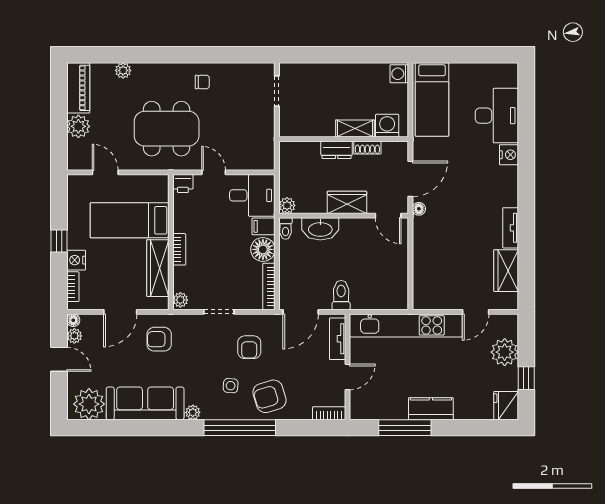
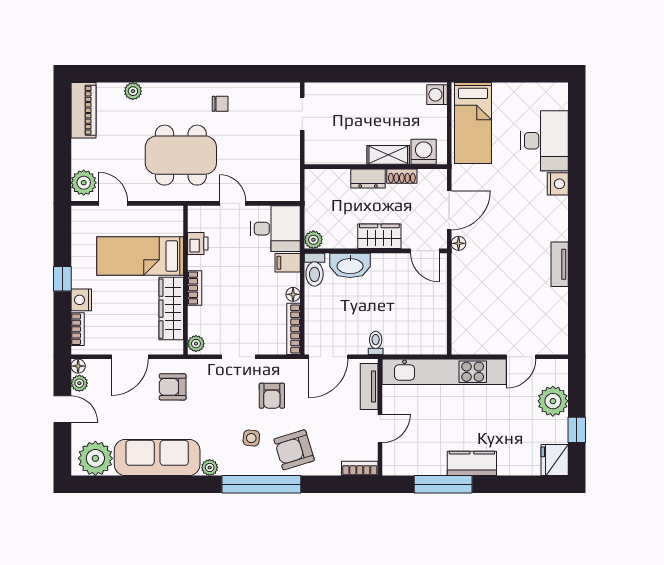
plant: (78, 126) -> (84, 183), moved
printer: (183, 184) -> (198, 244), moved, turned -90
toilet: (286, 229) -> (315, 270), width x1.37, depth x1.39
floor lamp: (263, 249) -> (293, 294), width x0.53, depth x0.53
wardrobe: (506, 271) -> (555, 311), removed
toilet: (341, 295) -> (376, 343), width x0.73, depth x0.72

